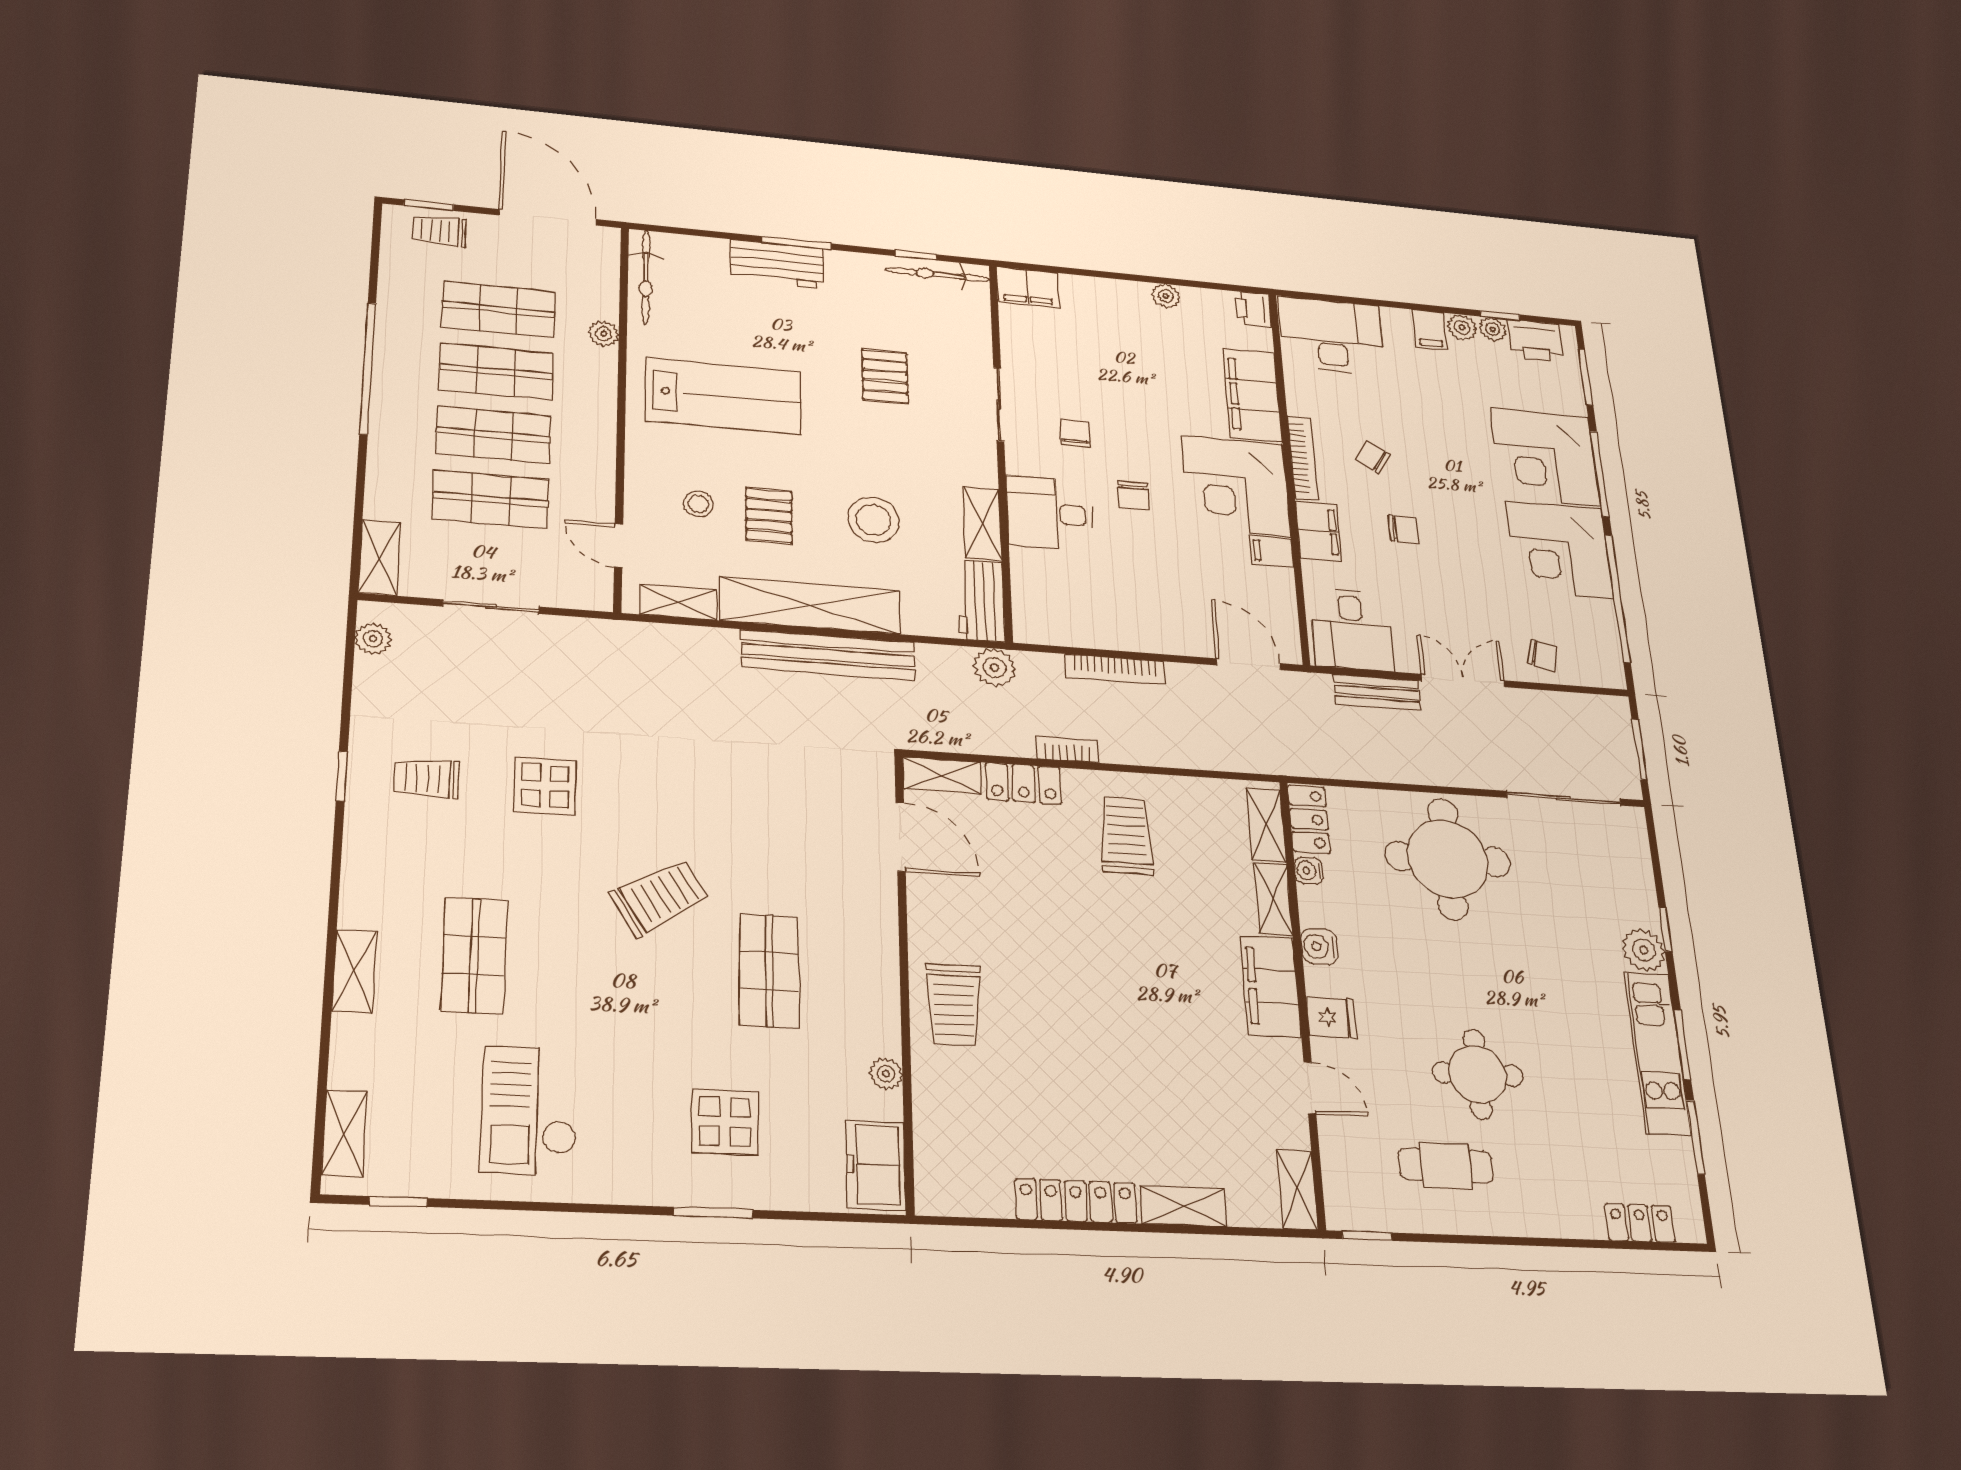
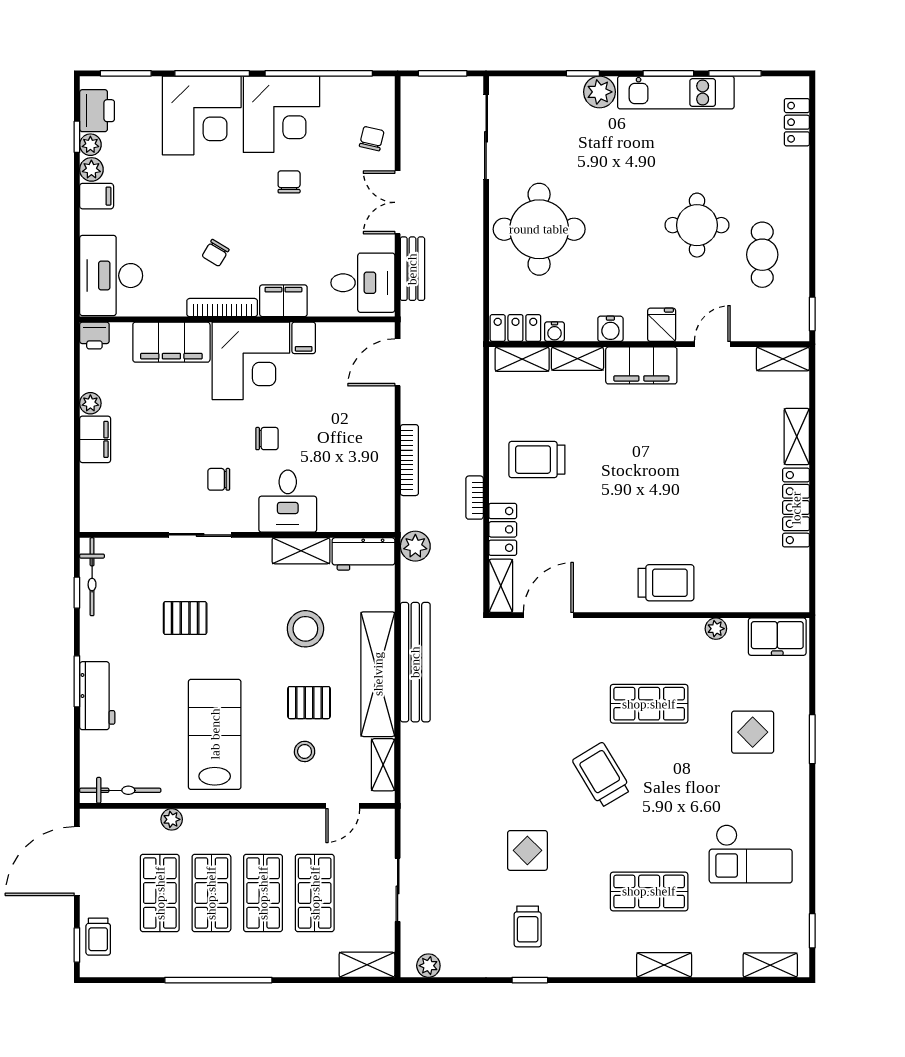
filing cabinet: (1028, 287) -> (95, 439), moved
chair: (1403, 529) -> (289, 182), moved

